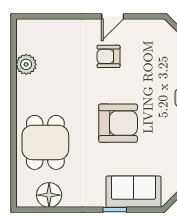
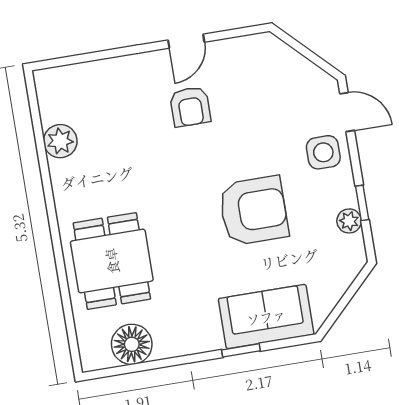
armchair: (109, 56) -> (190, 107), turned -90
armchair: (118, 123) -> (254, 211), moved

